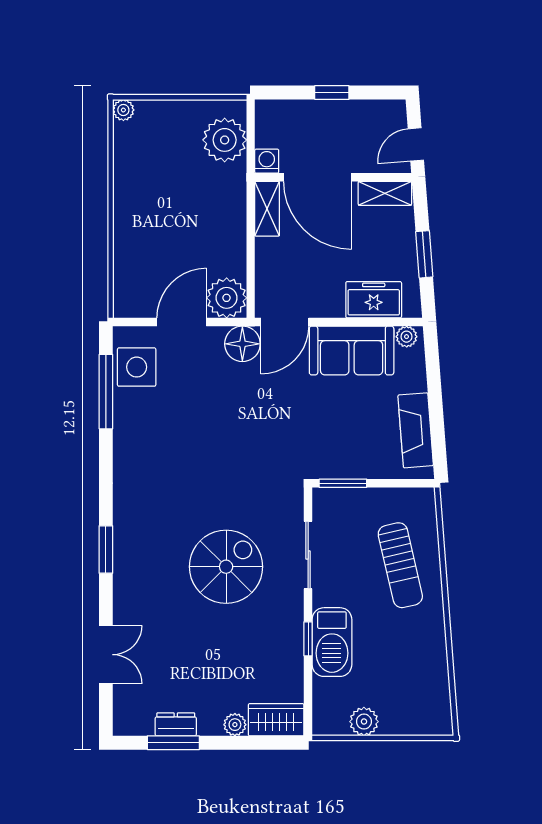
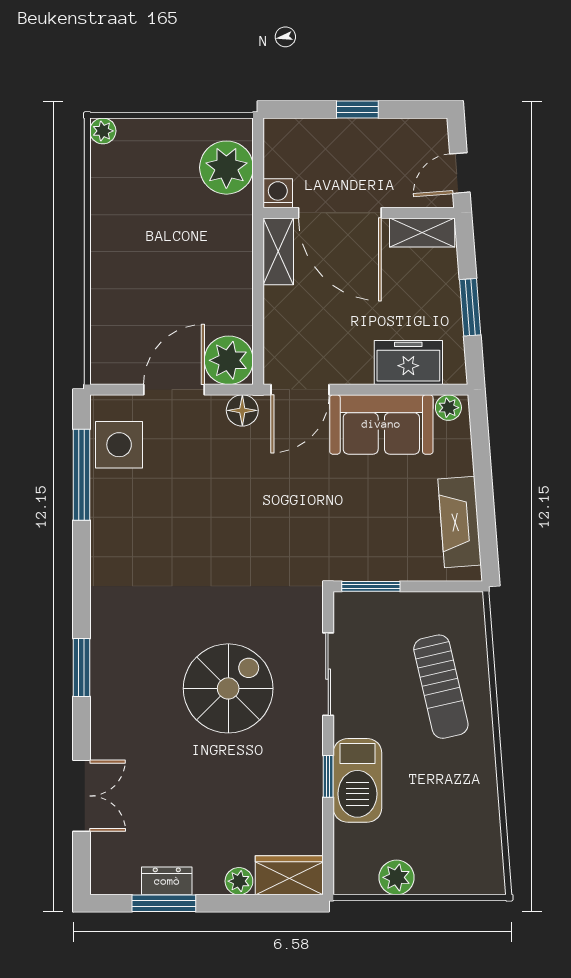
floor lamp: (242, 344) -> (242, 410), width x0.73, depth x0.73

